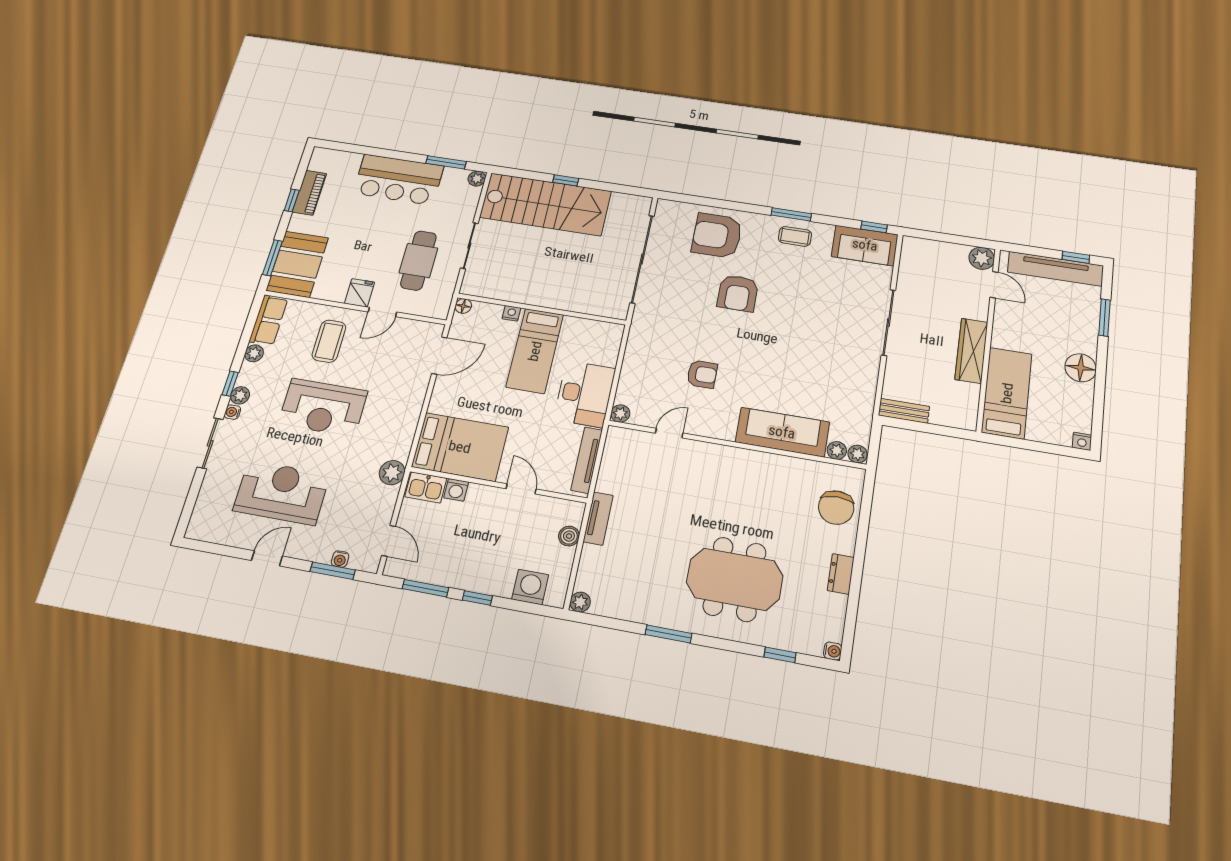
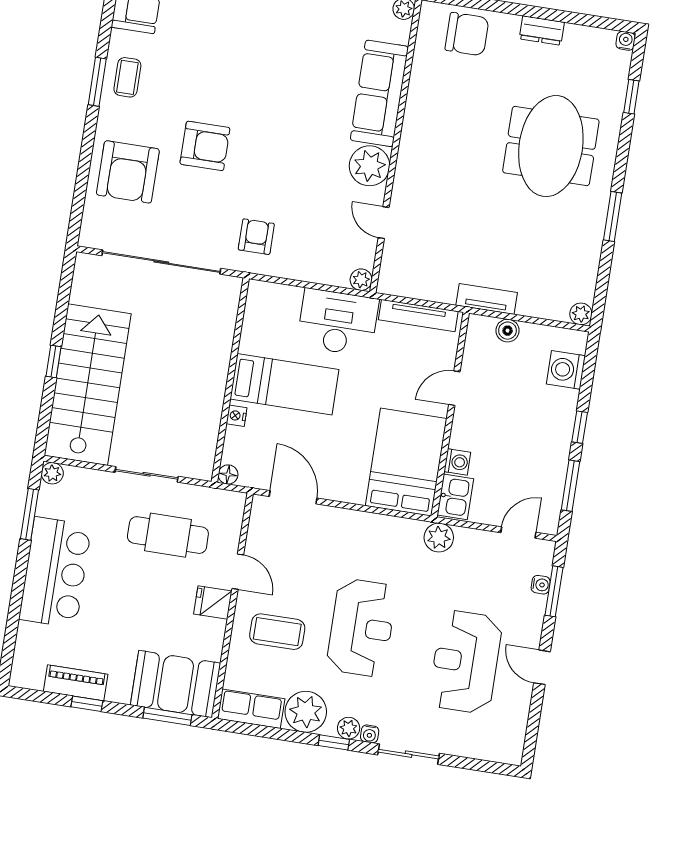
plant: (254, 353) -> (306, 712), width x1.88, depth x1.88
armchair: (702, 374) -> (256, 237), moved
plant: (837, 450) -> (370, 166), moved, width x1.87, depth x1.87

